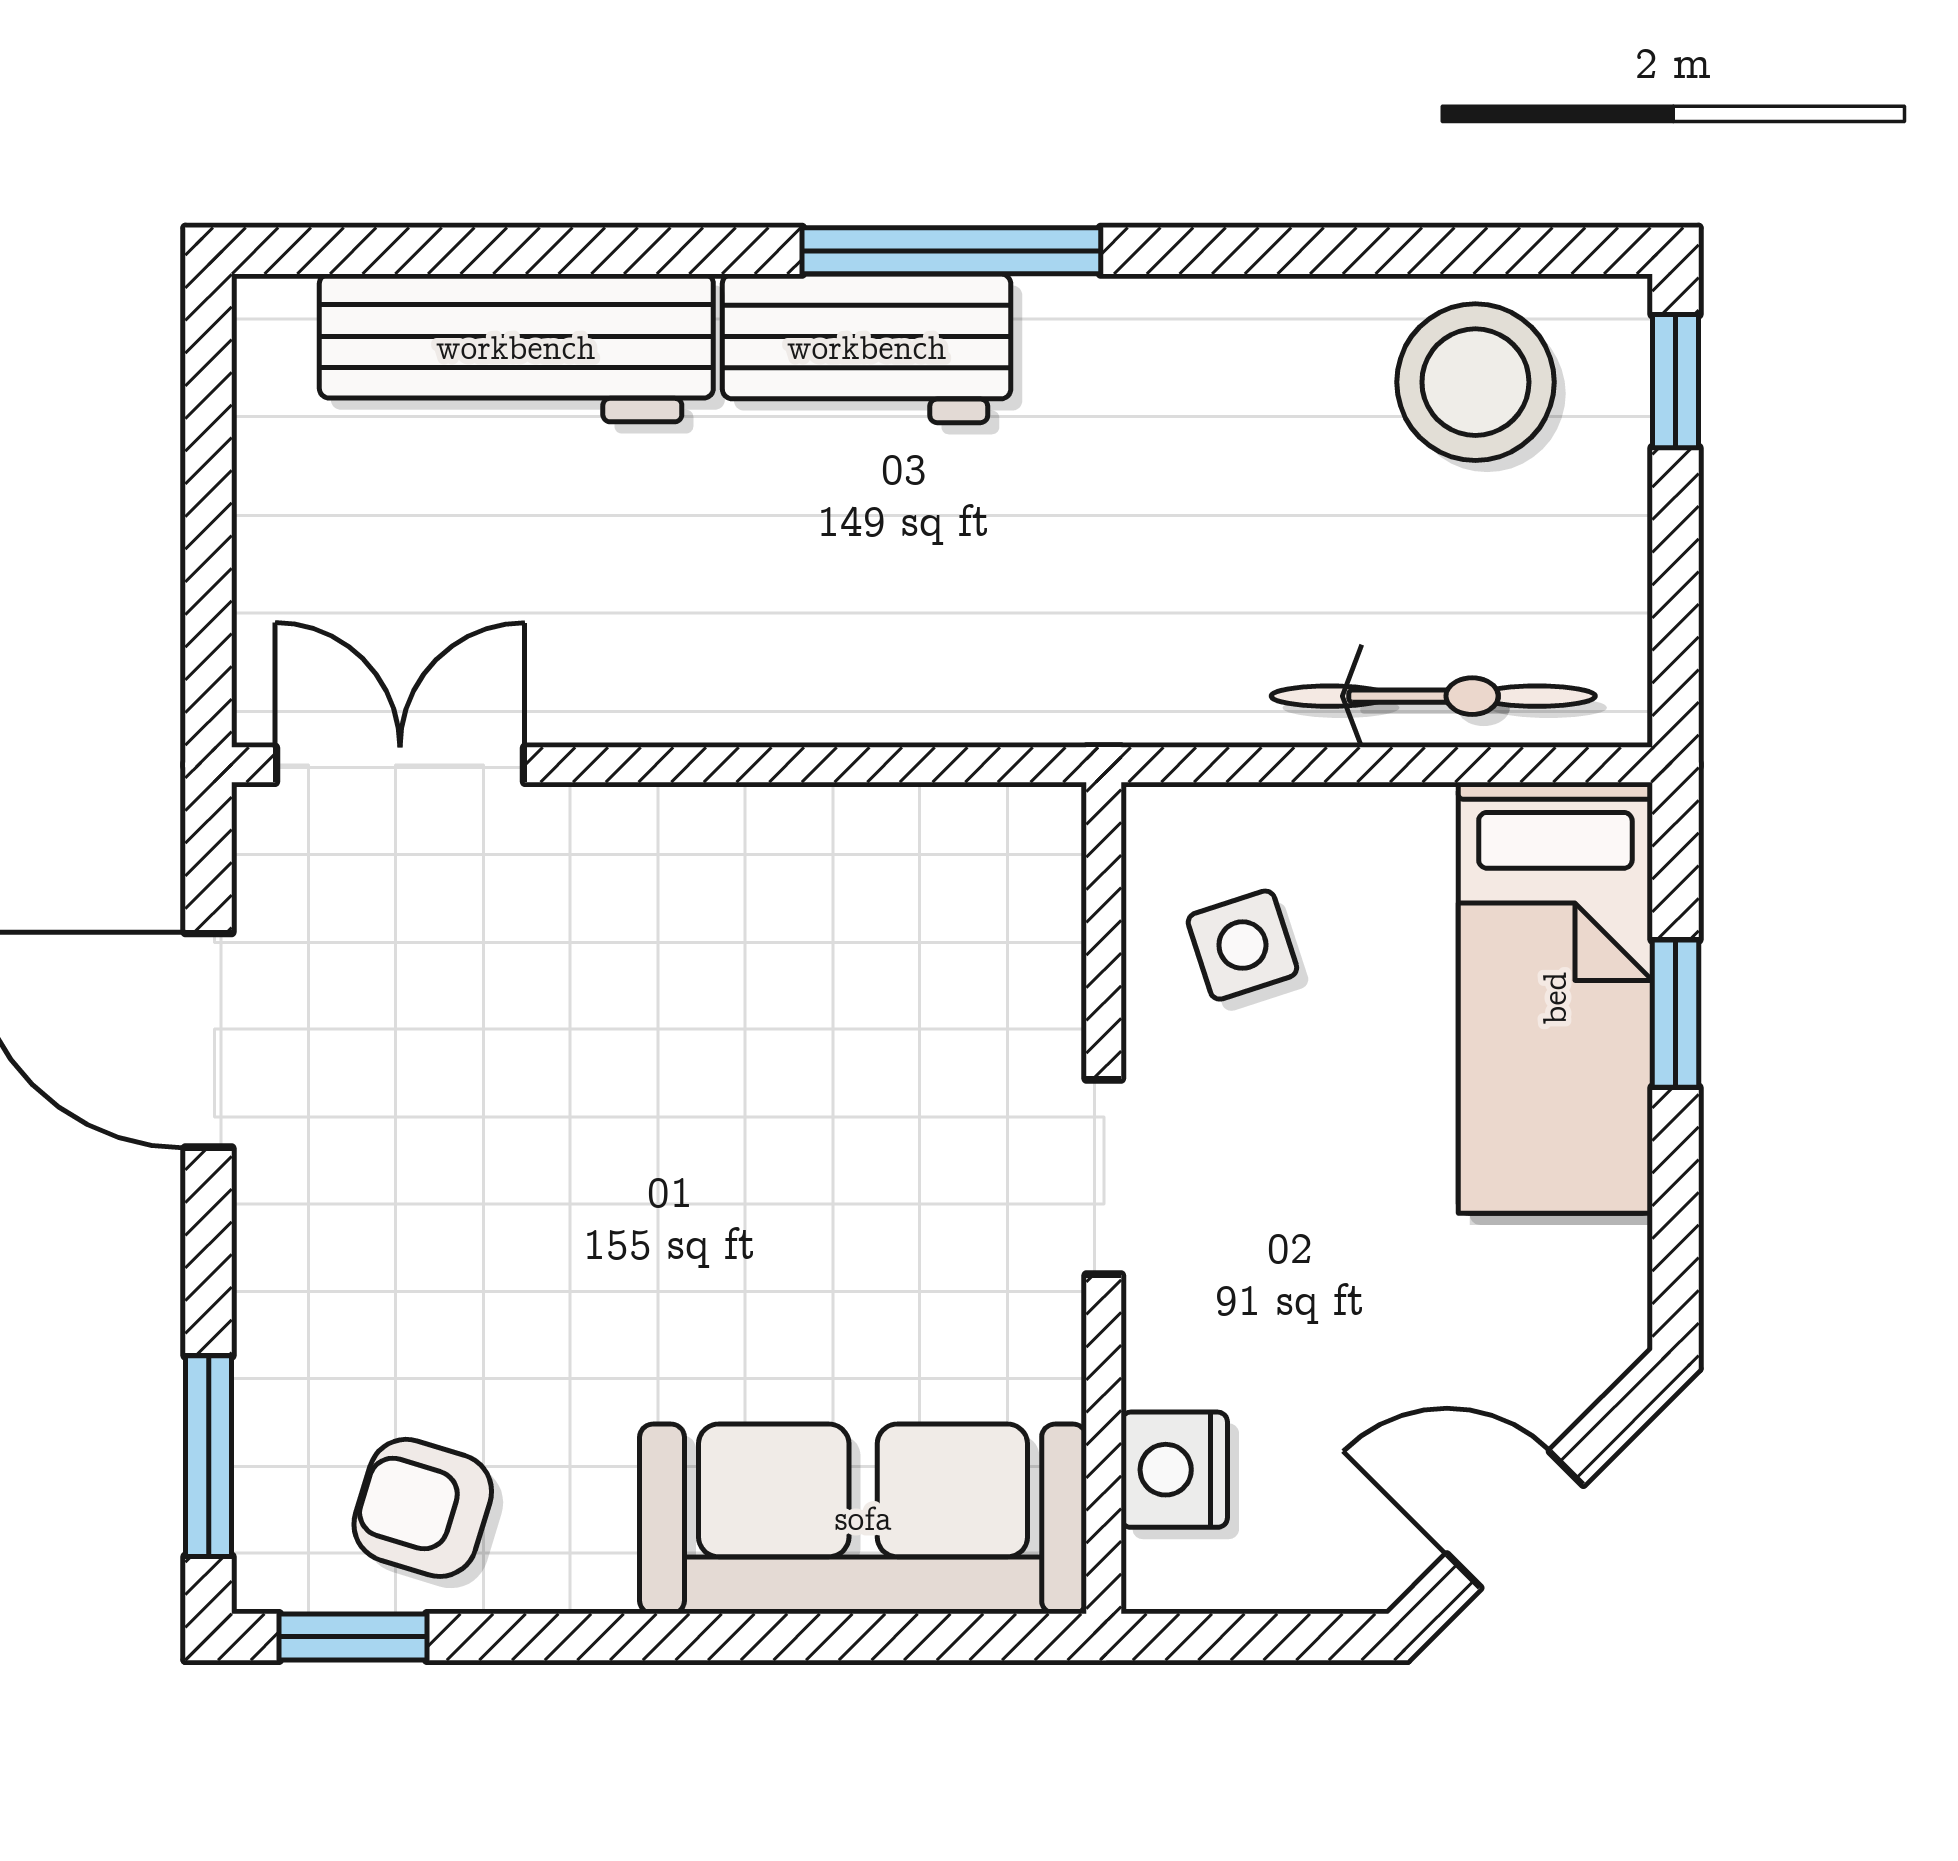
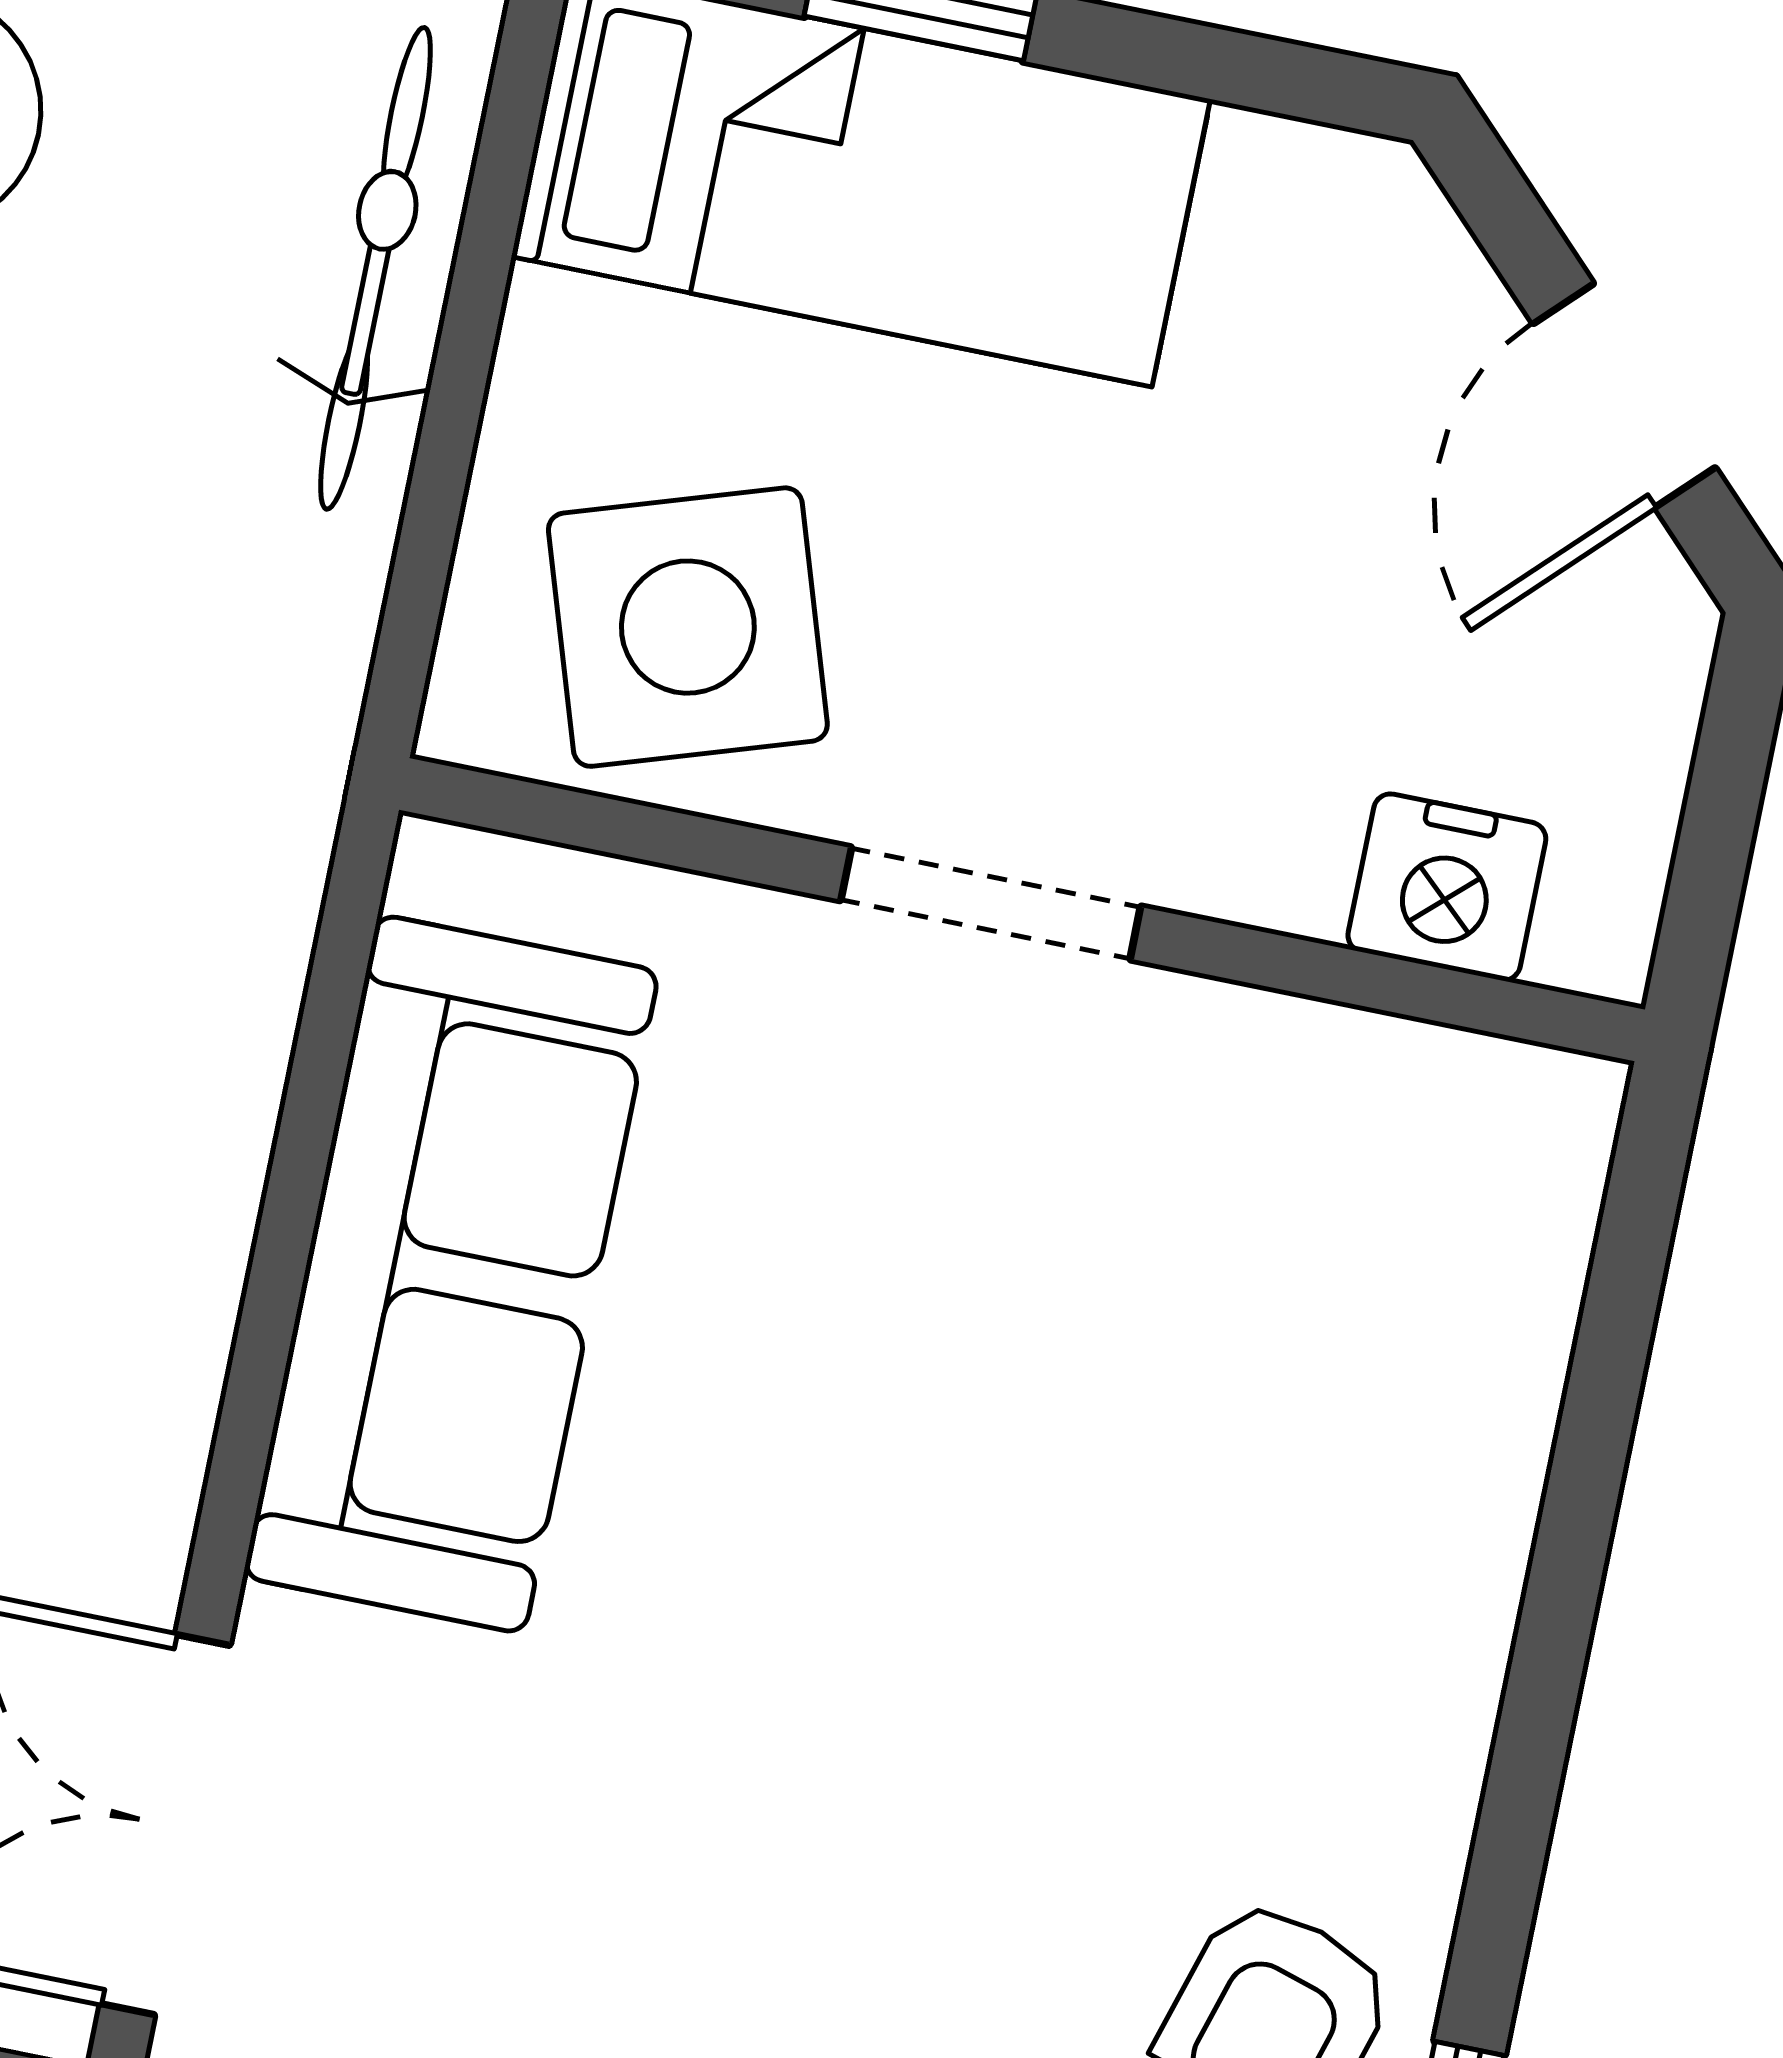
side table: (1242, 945) -> (688, 627), width x1.87, depth x1.87
sofa: (863, 1519) -> (451, 1274), moved, turned 180

